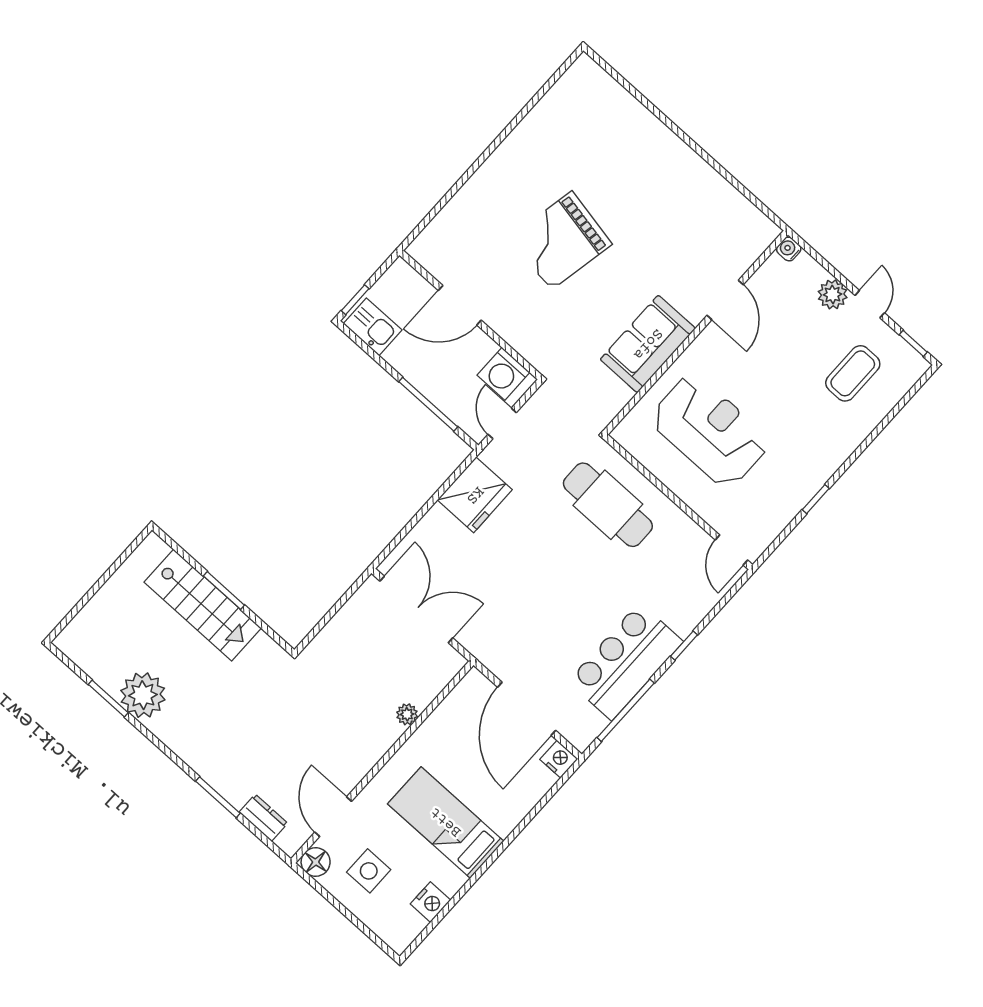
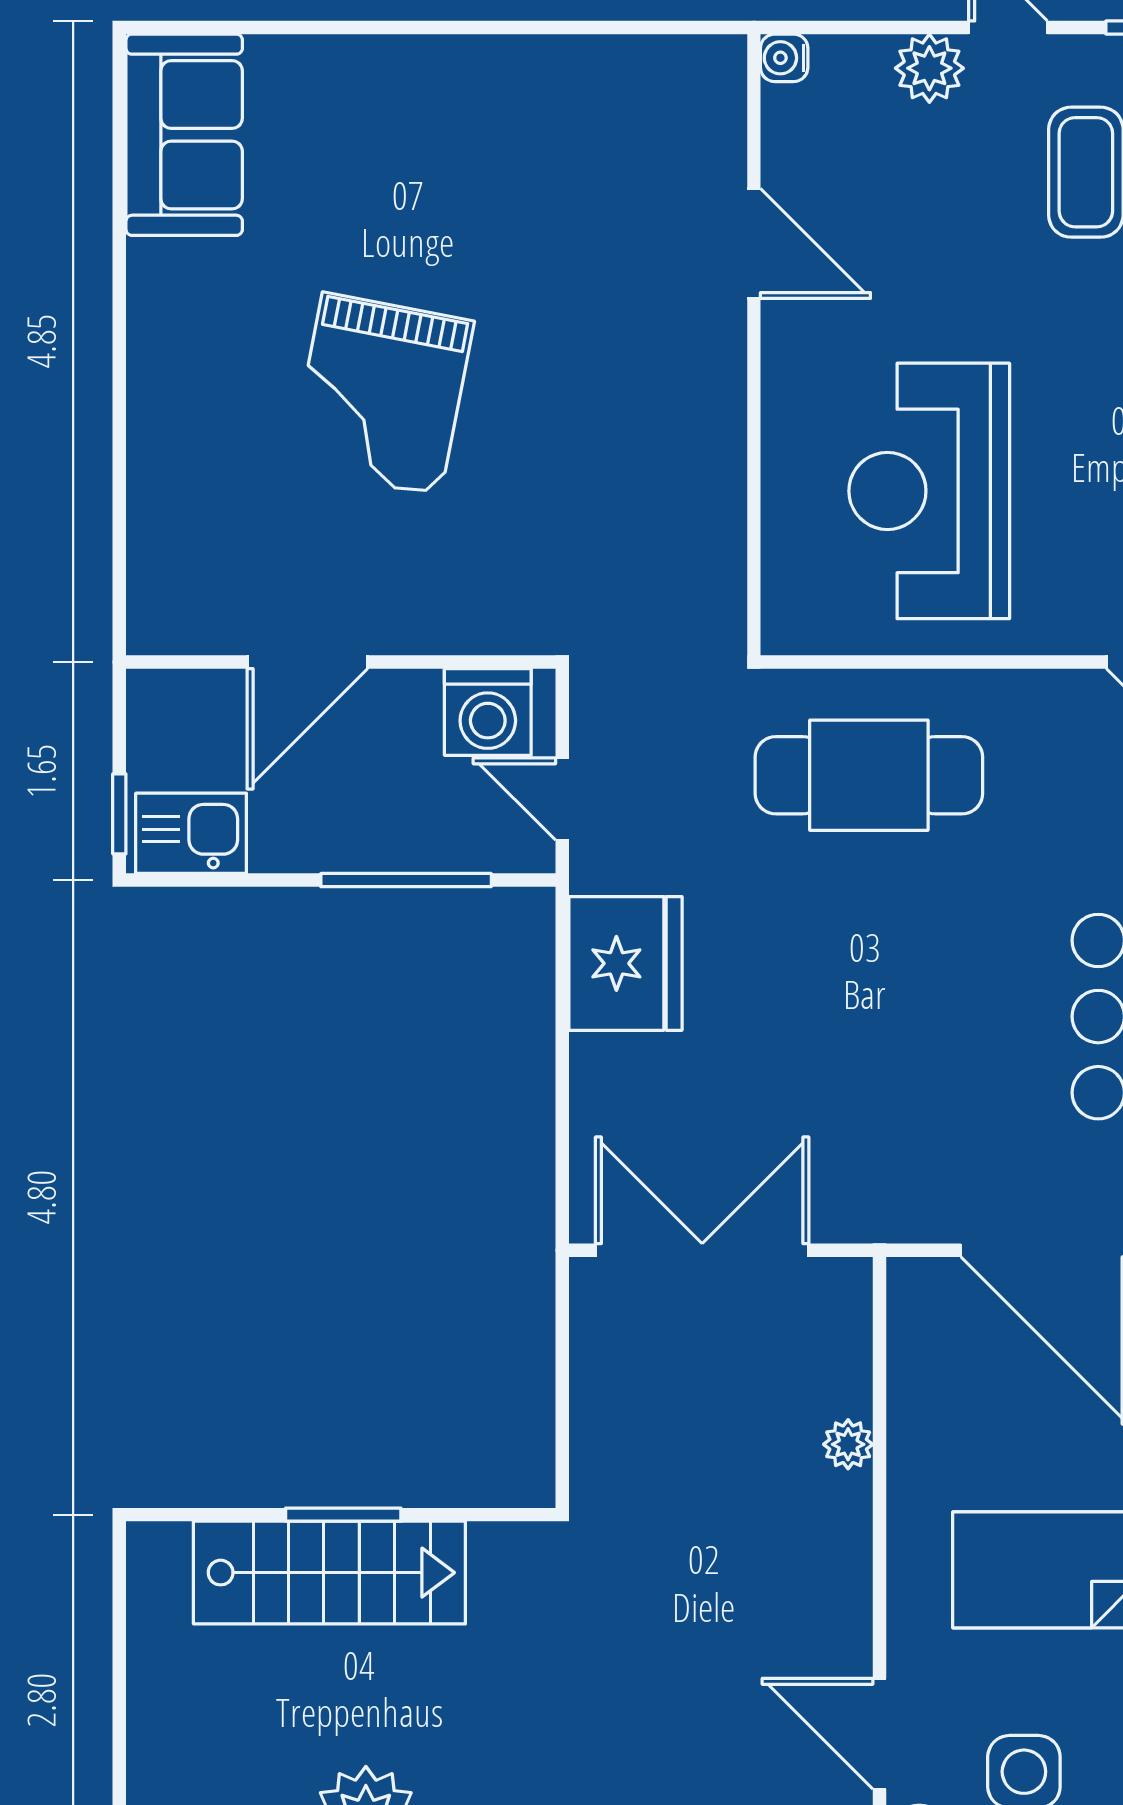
sofa: (648, 344) -> (184, 135), moved, turned 180
reception desk: (710, 431) -> (929, 491), turned -90

